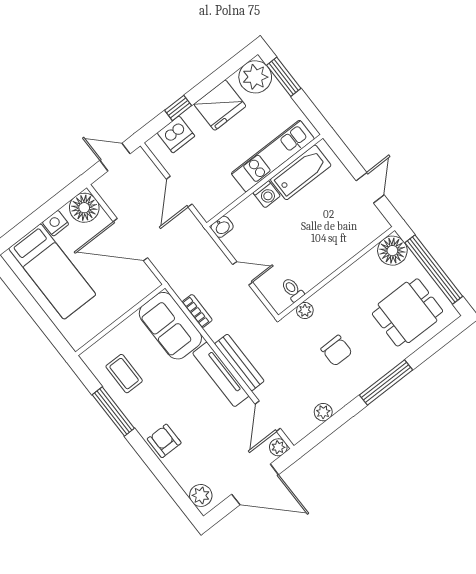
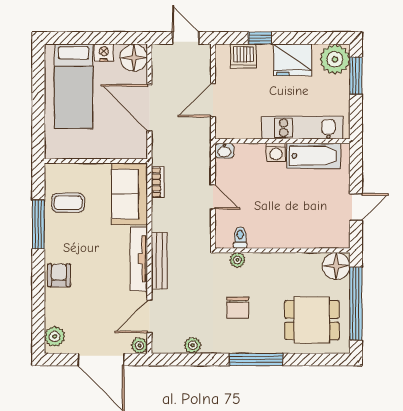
bookcase: (197, 311) -> (158, 182), moved
coffee table: (124, 374) -> (68, 203), turned 90

